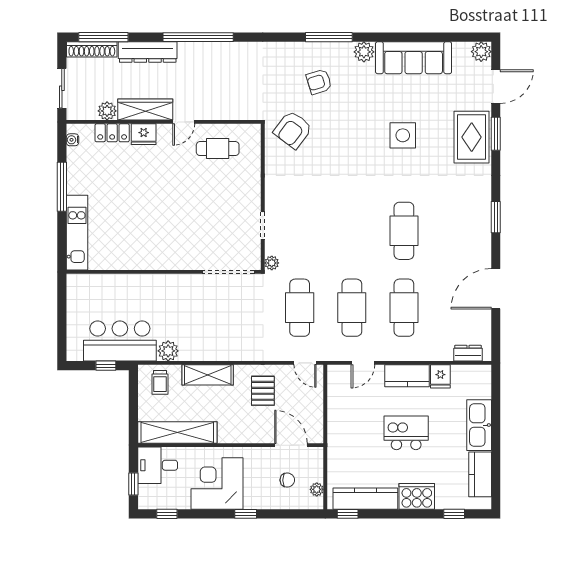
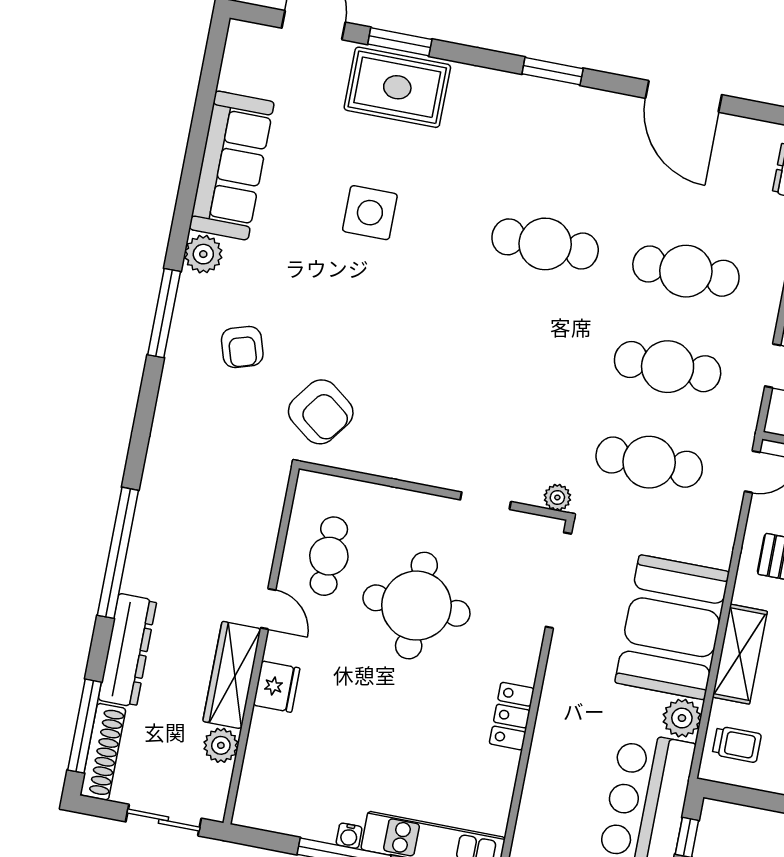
plant: (481, 52) -> (244, 39), removed
locker: (112, 133) -> (512, 716), moved, turned 180
water cooler: (72, 140) -> (349, 836), moved
round table: (201, 200) -> (416, 606), added
booth: (215, 337) -> (672, 627), added

